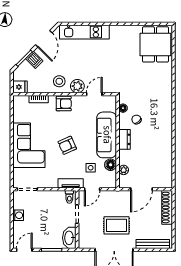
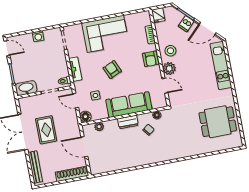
dining table: (155, 44) -> (218, 122), moved
floor lamp: (111, 165) -> (85, 117), moved
tv unit: (71, 183) -> (75, 69), moved

